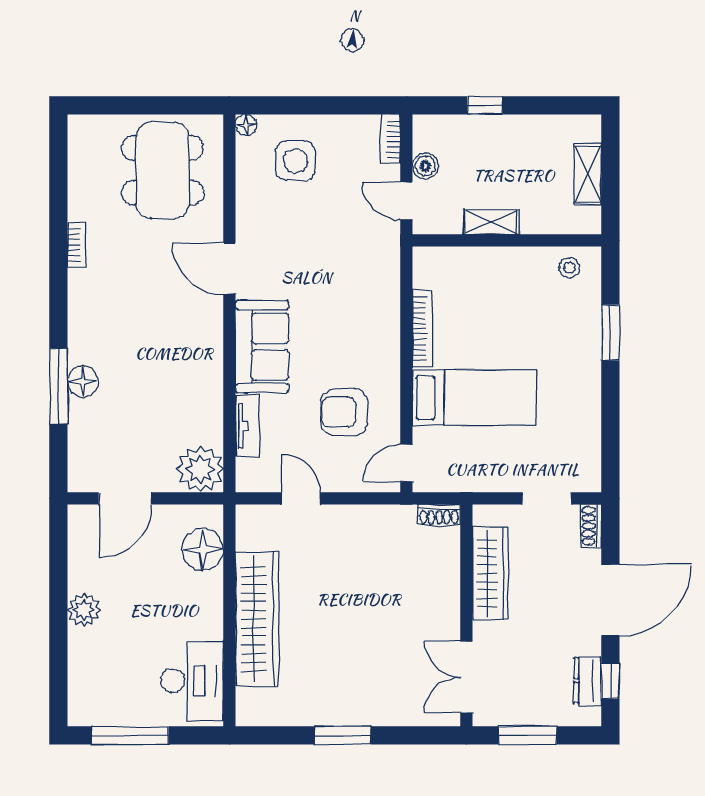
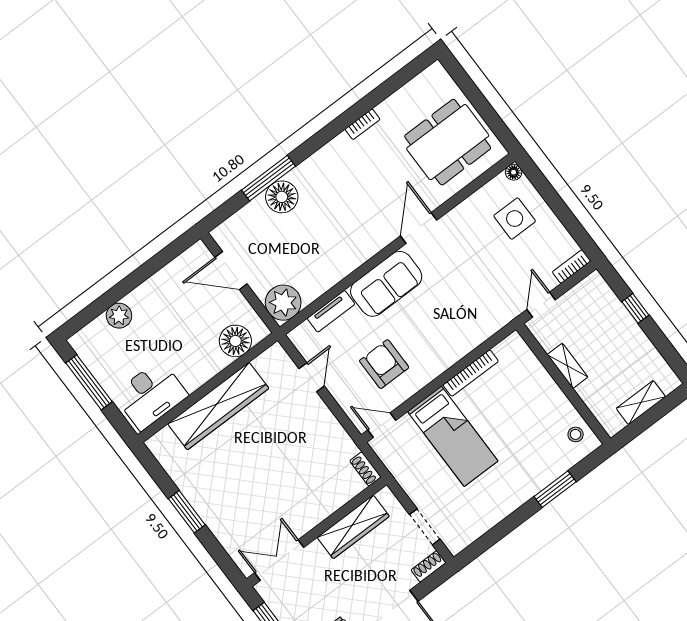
boiler: (425, 166) -> (571, 300), removed
floor lamp: (83, 381) -> (282, 197), width x1.38, depth x1.38
plant: (84, 610) -> (119, 316), moved

